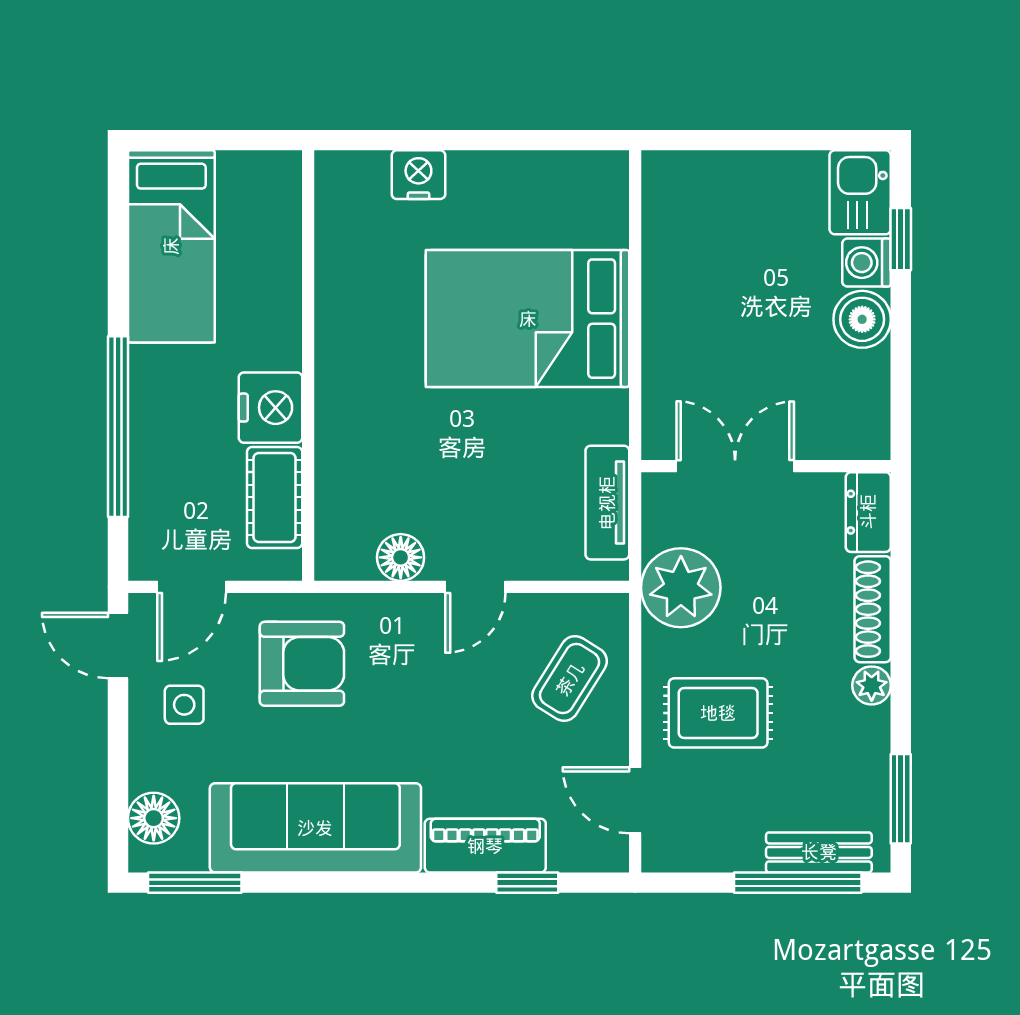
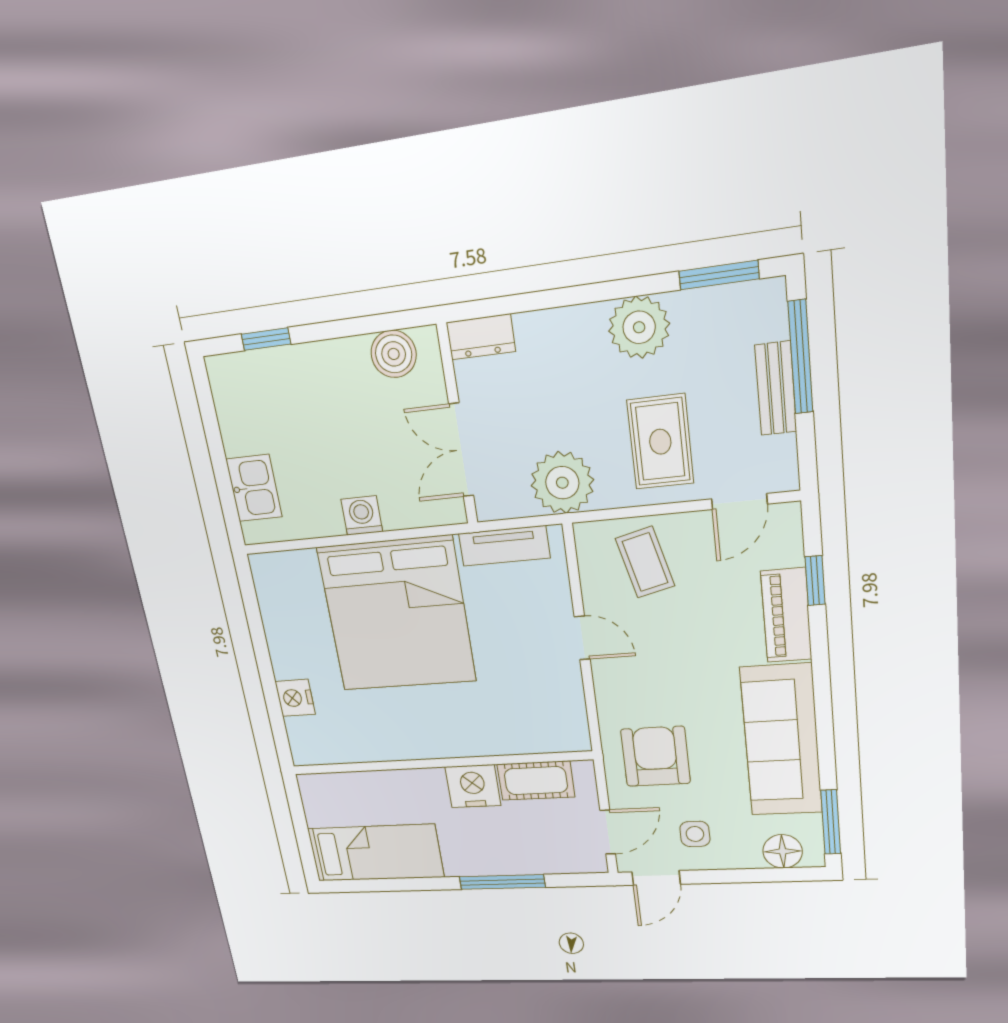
kitchen sink: (860, 192) -> (254, 488), moved, turned -90
washing machine: (867, 263) -> (362, 516), moved, turned 180
bed: (528, 319) -> (397, 614), width x1.36
boiler: (862, 319) -> (394, 354), moved
window: (118, 427) -> (502, 882), width x0.68
floor lamp: (401, 557) -> (567, 693), removed
door: (192, 587) -> (608, 832), hinge flipped
shoe rack: (873, 609) -> (559, 322), removed
coffee table: (570, 679) -> (645, 562), turned 44
plant: (872, 685) -> (639, 327), width x1.87, depth x1.87
bench: (819, 852) -> (776, 388), moved

